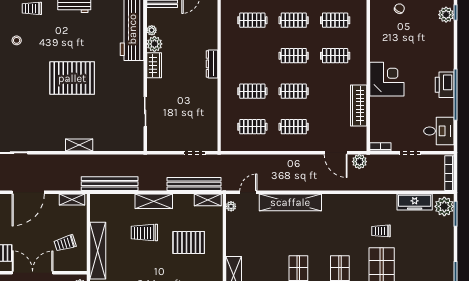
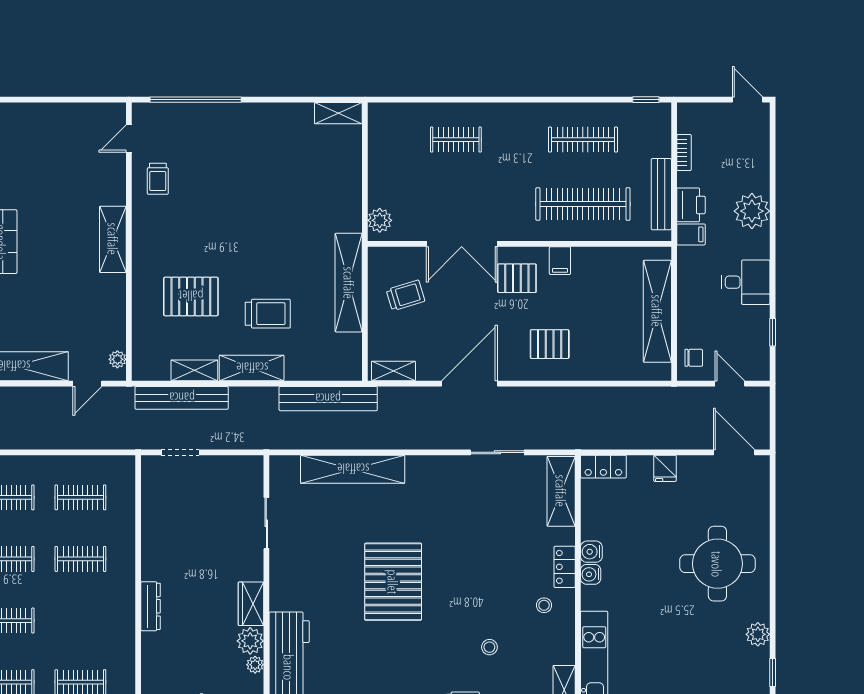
pallet: (72, 78) -> (393, 582), turned 90
shelving: (79, 145) -> (353, 469), width x2.20, depth x1.33
shelving: (208, 200) -> (194, 370), moved

